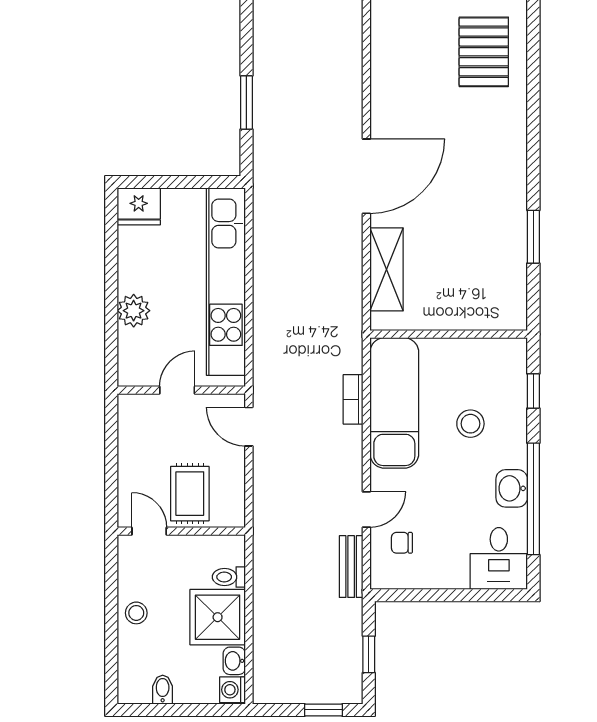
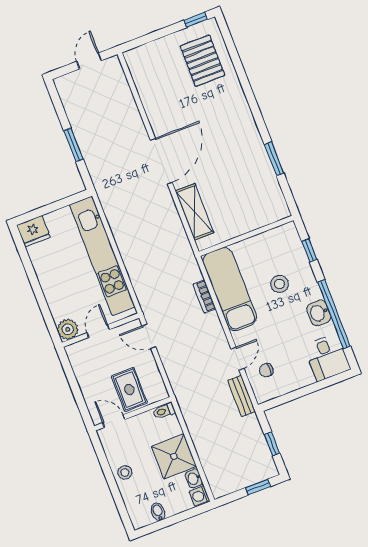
plant: (134, 311) -> (68, 329), moved
toilet: (229, 577) -> (164, 411), moved

